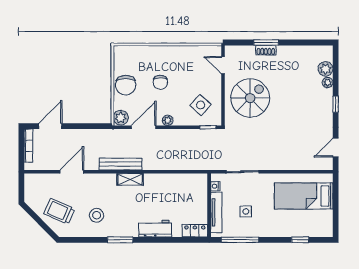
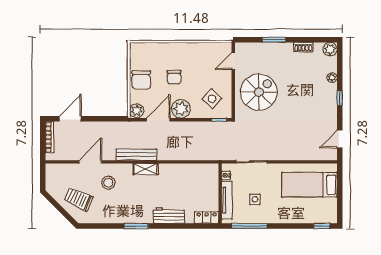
shoe rack: (266, 50) -> (303, 47), moved
door: (223, 65) -> (233, 61), hinge flipped
plant: (326, 69) -> (330, 49), moved
plant: (168, 120) -> (181, 109), width x1.88, depth x1.88
stool: (97, 215) -> (108, 183), moved
window: (300, 240) -> (322, 226), moved

